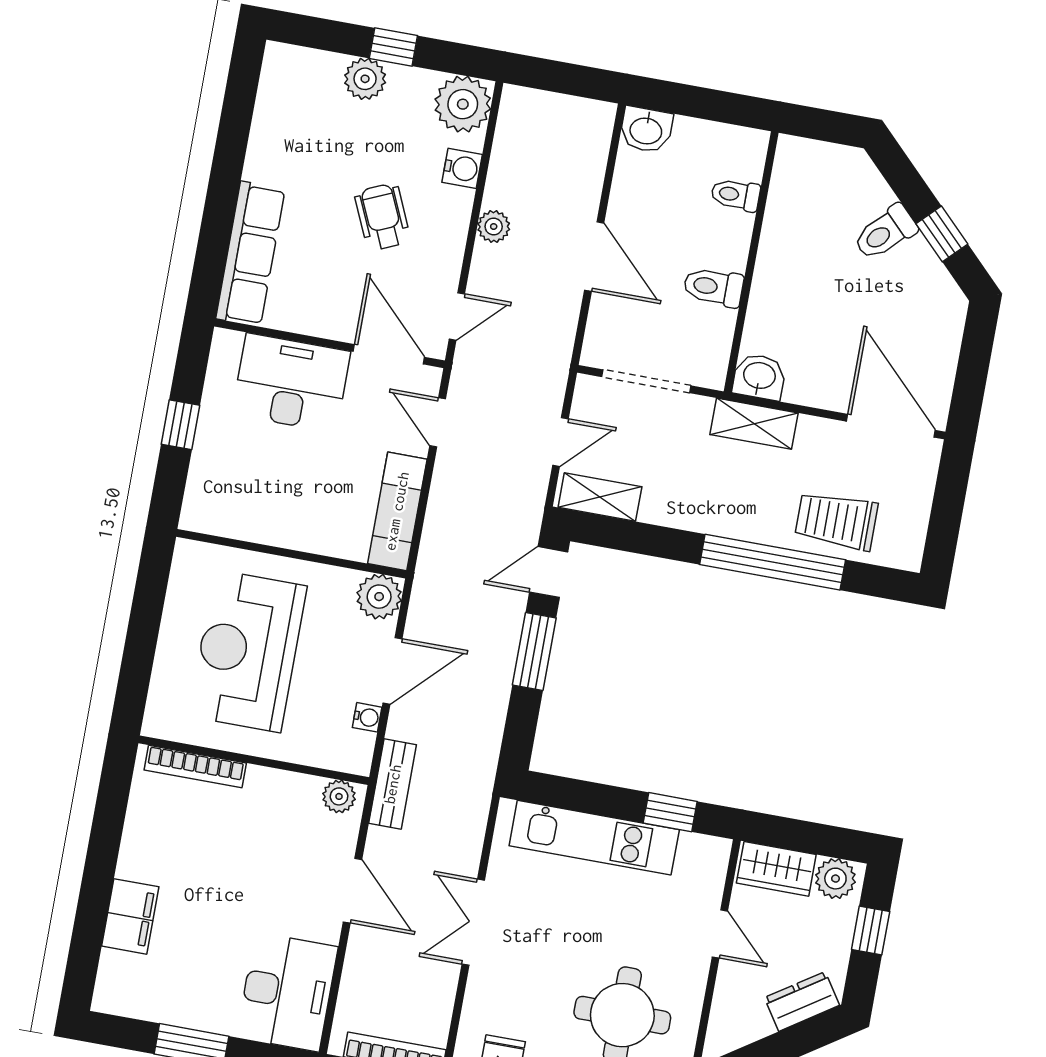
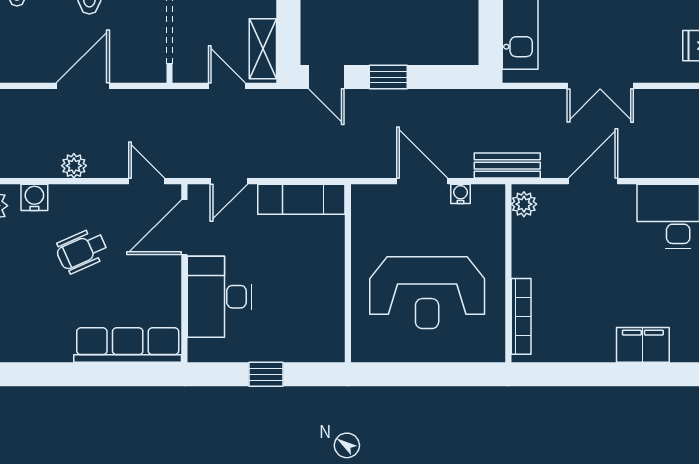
plant: (379, 597) -> (368, 201), removed
window: (534, 651) -> (388, 77), width x0.67

